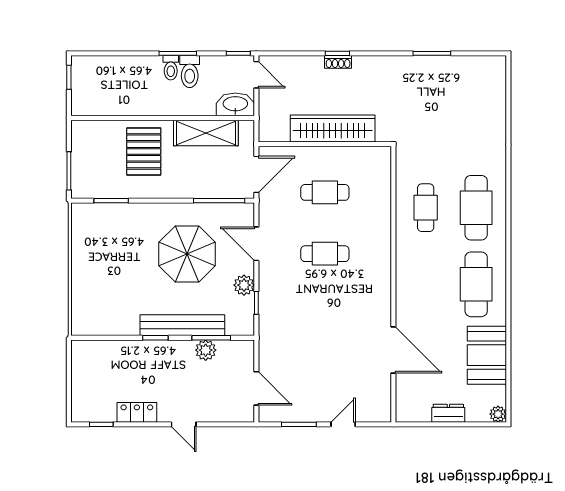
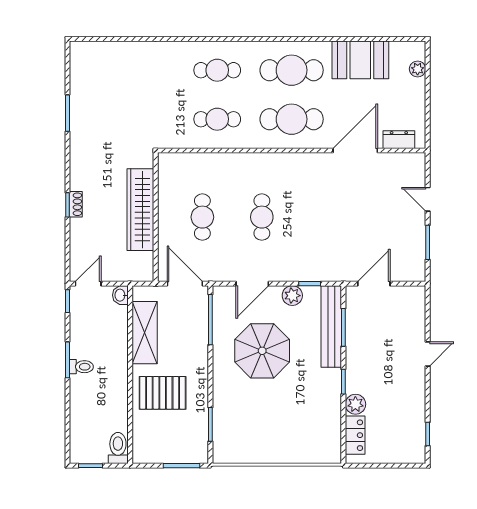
toilet: (190, 72) -> (118, 448), moved, turned -90
washbasin: (235, 104) -> (120, 295), width x0.52, depth x0.69
cafe table: (476, 208) -> (217, 70), width x0.73, depth x0.74
cafe table: (426, 284) -> (292, 119), added
bench: (182, 325) -> (331, 327), moved
plant: (206, 350) -> (355, 404), moved
door: (256, 388) -> (374, 284), moved
locker: (137, 412) -> (355, 435), moved, turned 180
dresser: (448, 413) -> (399, 140), moved, turned 90
plant: (498, 414) -> (418, 69), moved

